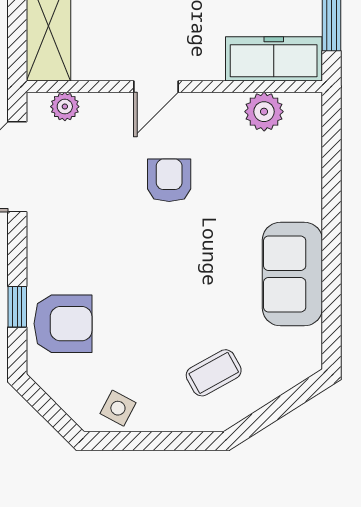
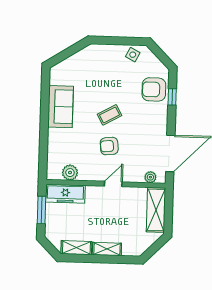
armchair: (169, 180) -> (109, 146), turned 84
coffee table: (214, 373) -> (110, 115), moved

